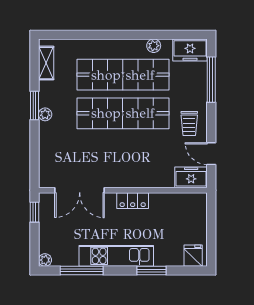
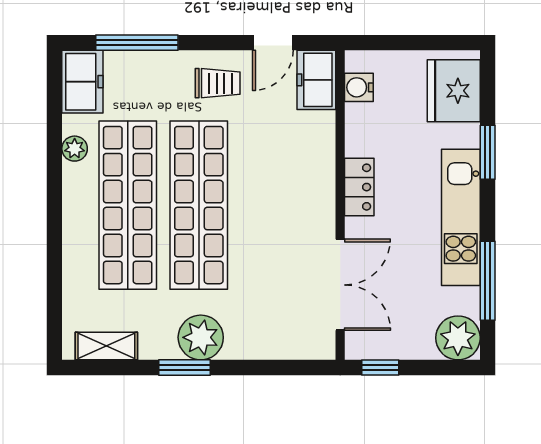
plant: (45, 114) -> (201, 337), width x1.87, depth x1.87
water cooler: (187, 200) -> (359, 87), added
fridge: (193, 256) -> (454, 91), width x1.88, depth x1.34
plant: (45, 260) -> (458, 338), width x1.87, depth x1.87

